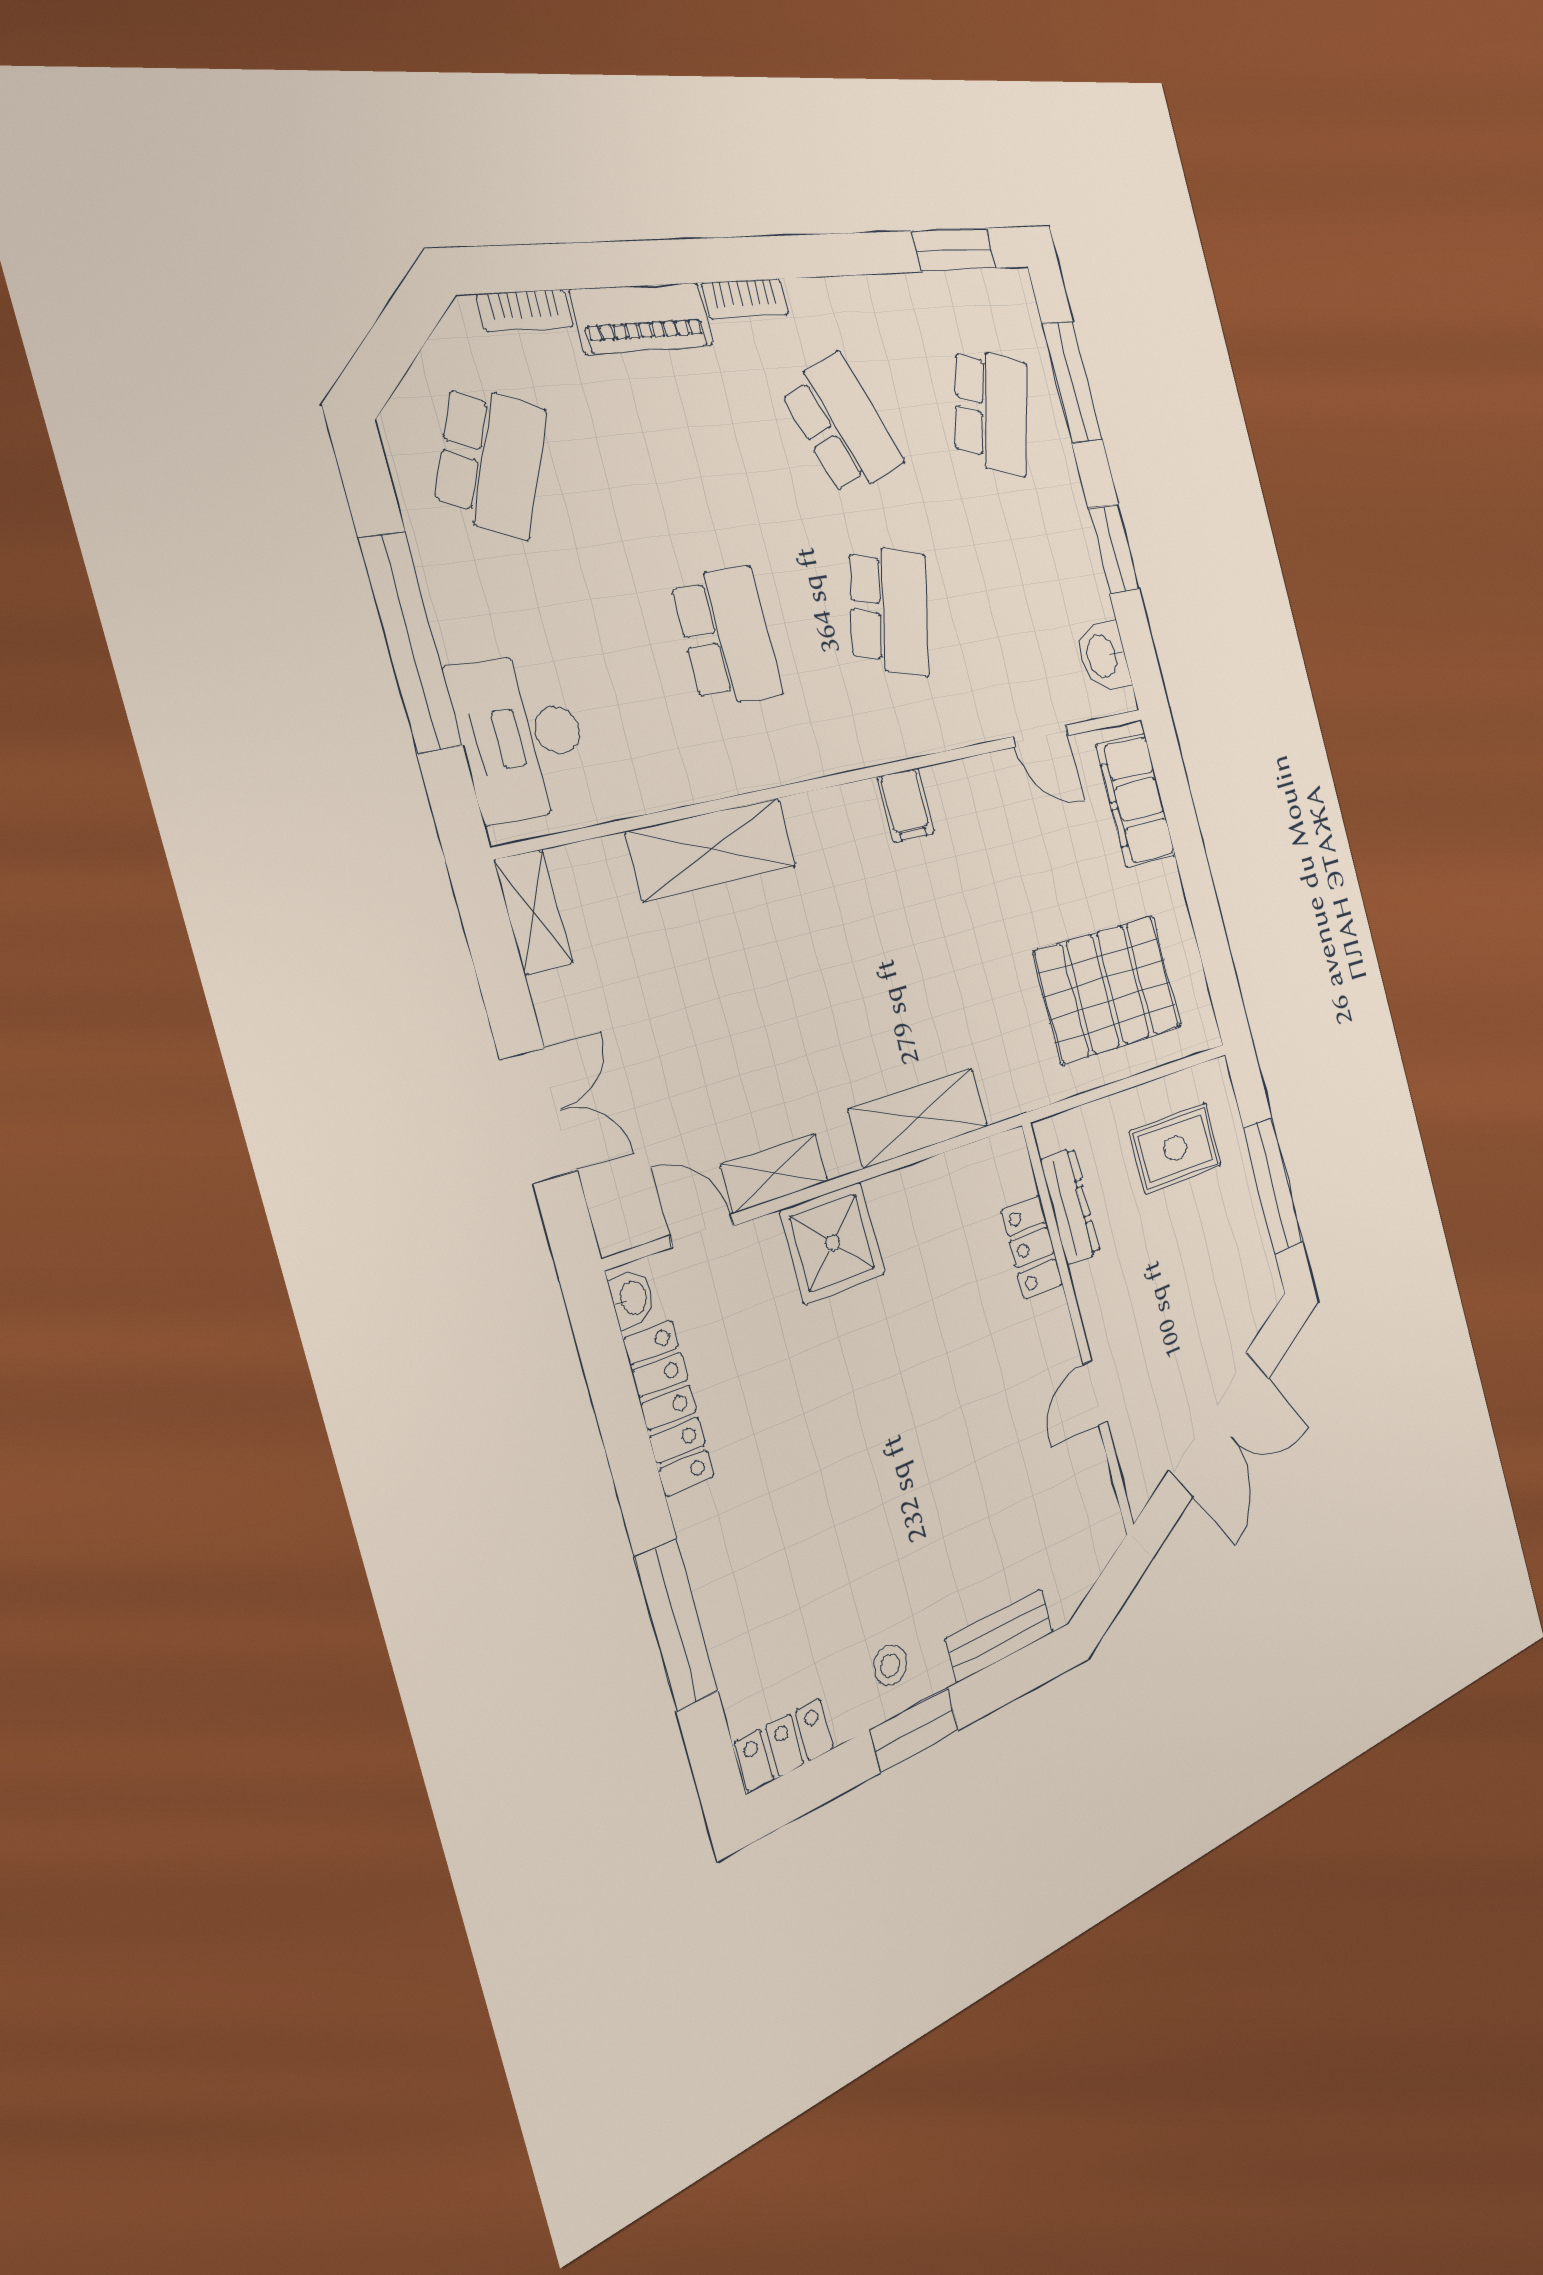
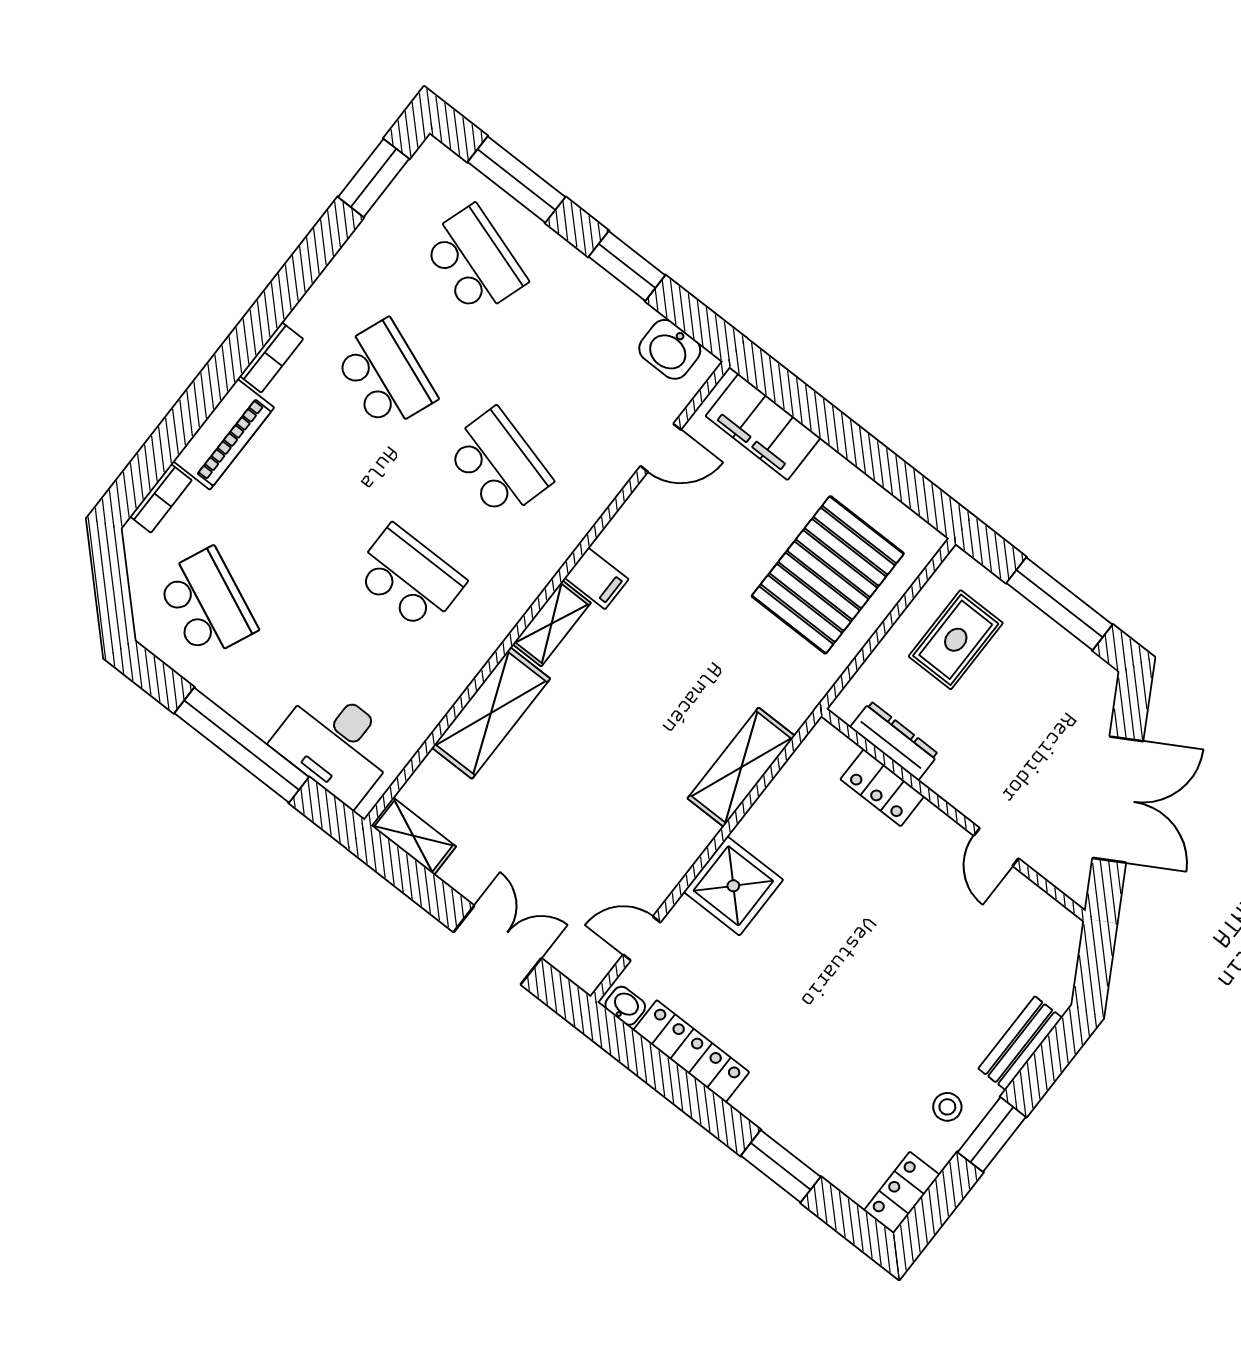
school desk: (842, 425) -> (385, 375), turned 42
shelving: (775, 1173) -> (552, 624), moved
window: (676, 1625) -> (781, 1166), width x0.69

